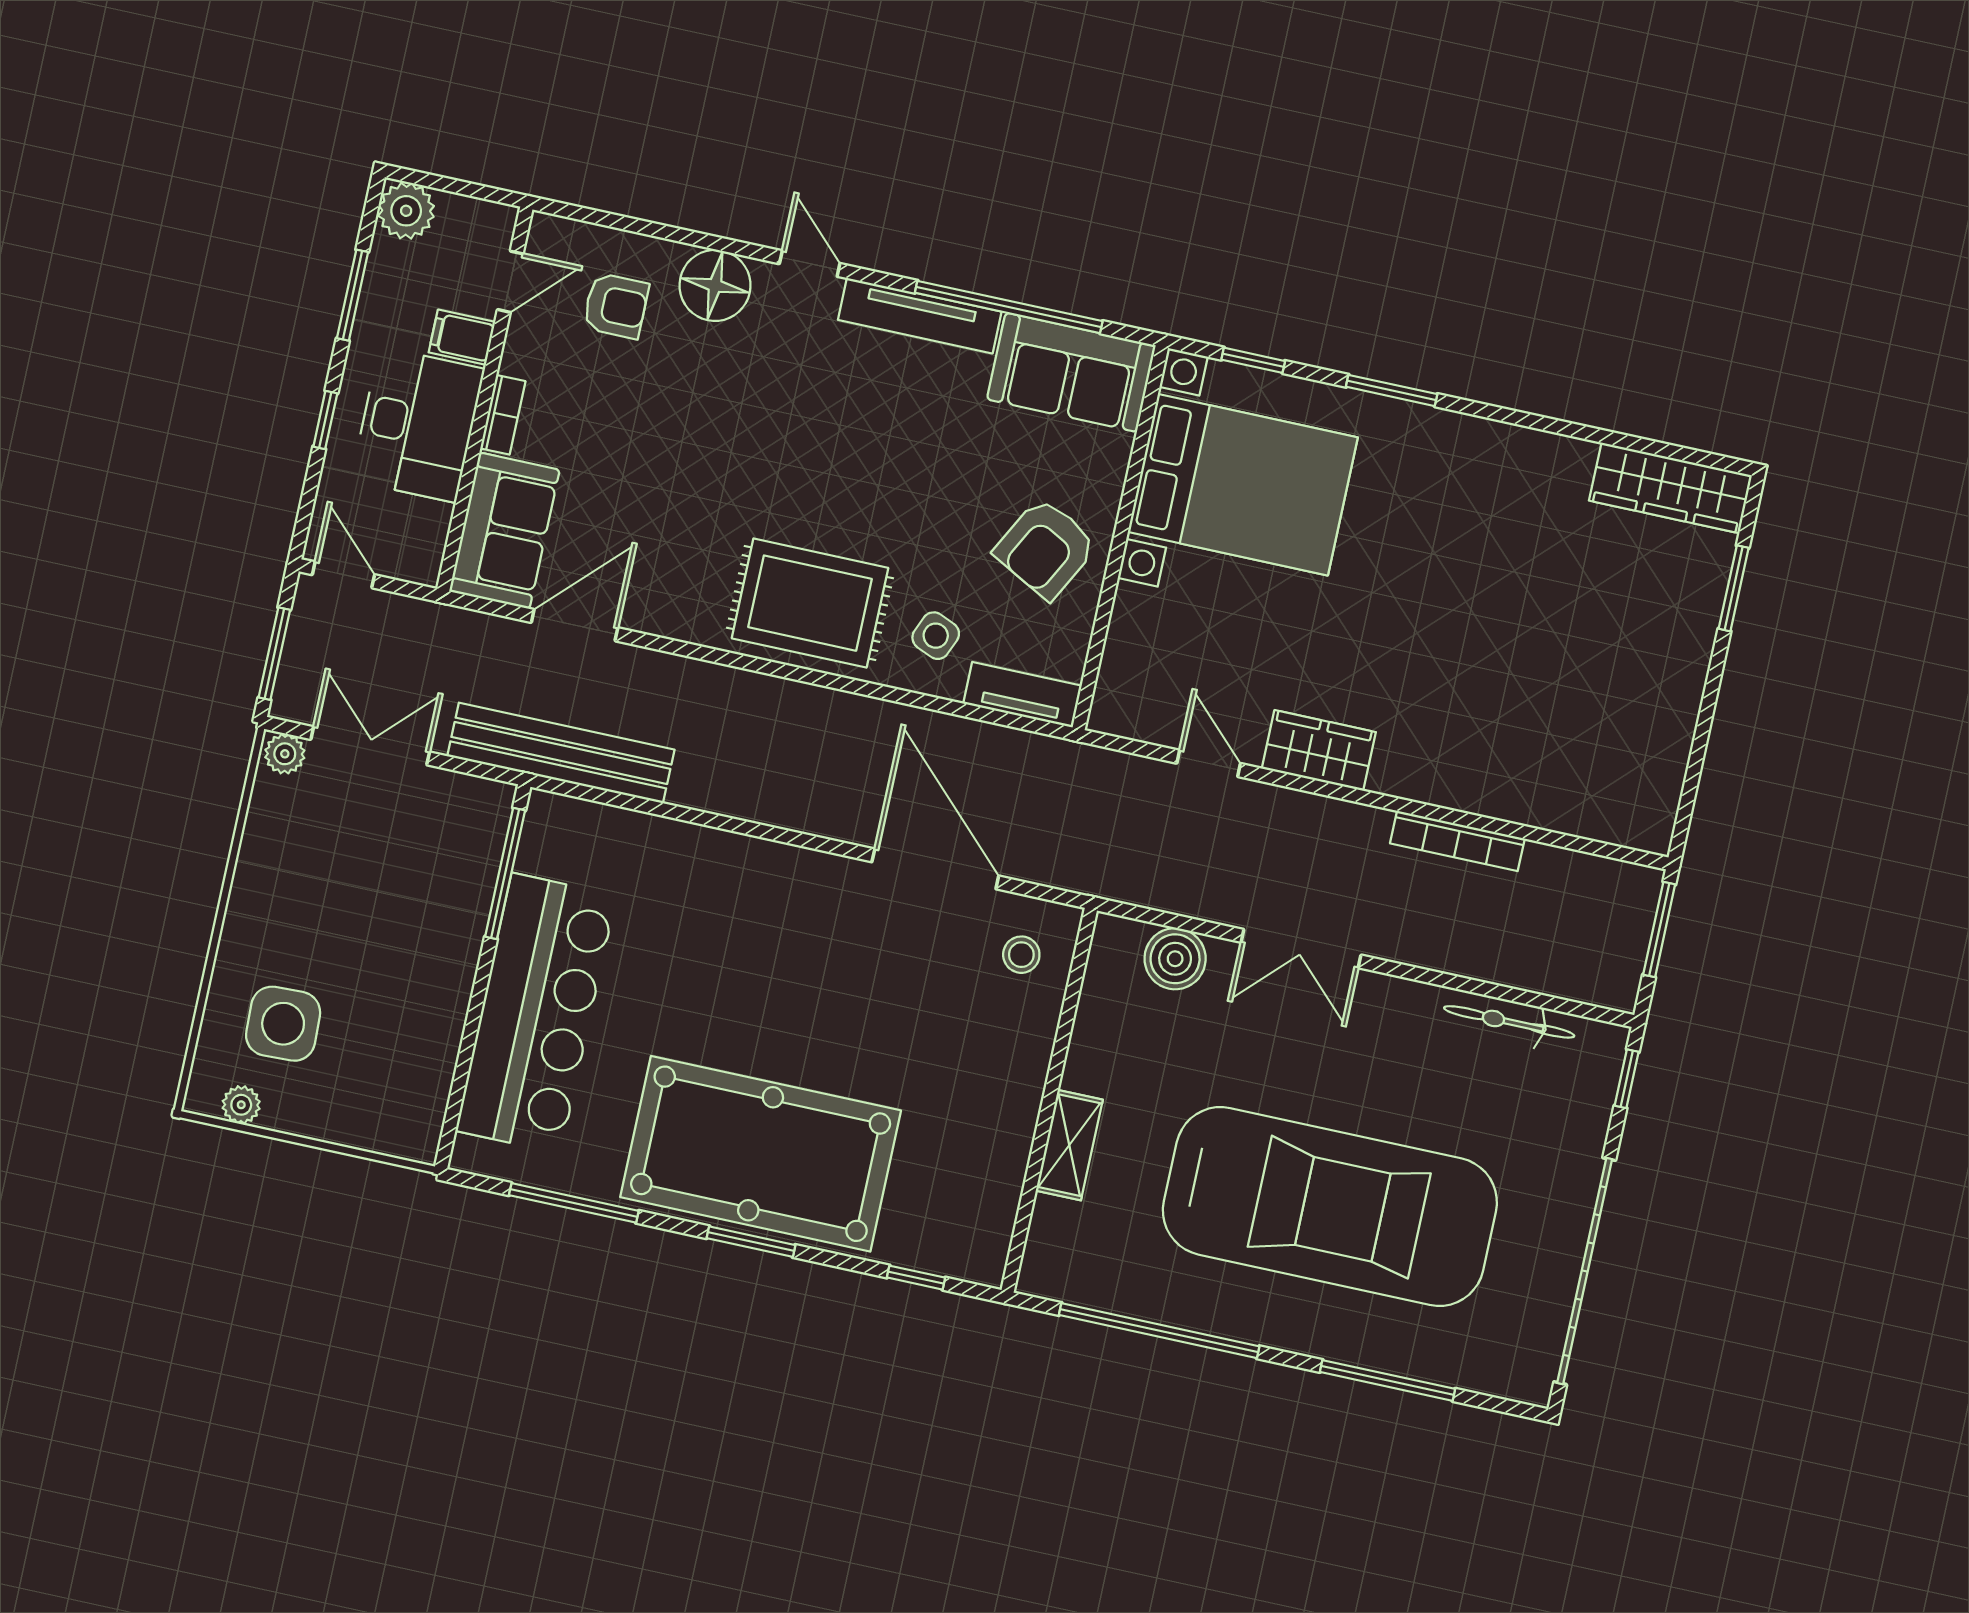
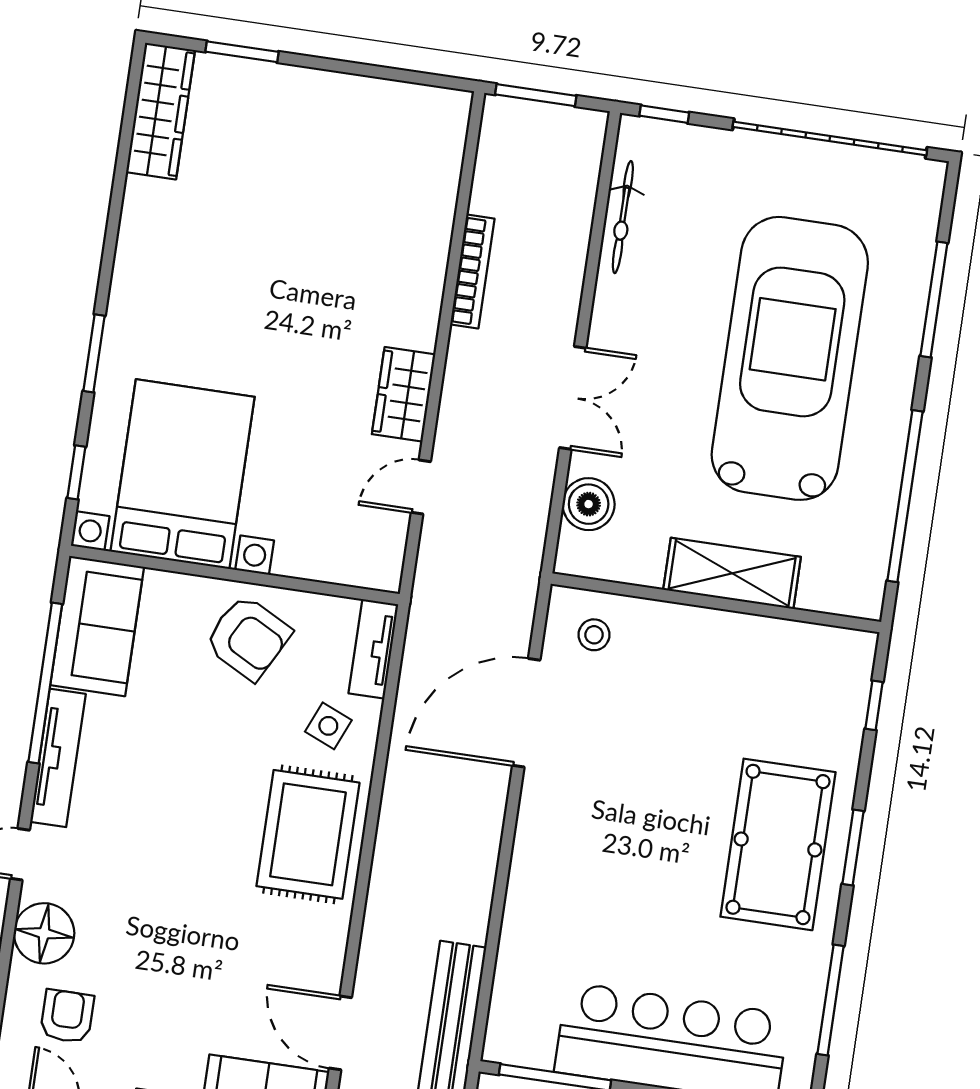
shelving: (1069, 1145) -> (732, 573), width x1.50, depth x1.33
pool table: (761, 1154) -> (778, 844), width x0.73, depth x0.76

